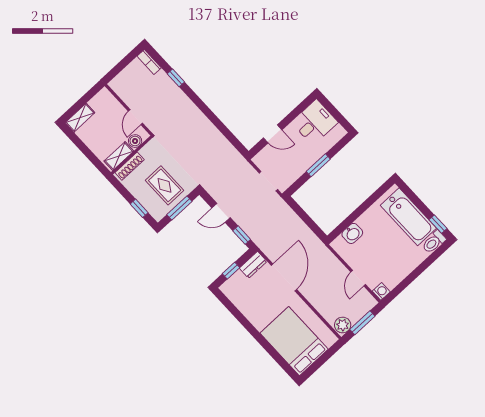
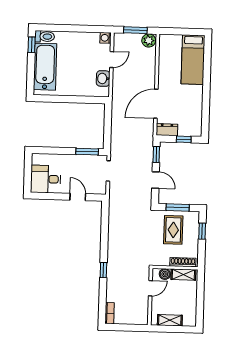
window: (176, 78) -> (103, 270), moved
shelving: (80, 118) -> (170, 320), moved
window: (318, 165) -> (87, 152), moved
washbasin: (352, 233) -> (103, 78), moved, turned -90
bed: (294, 341) -> (193, 60), width x0.67

